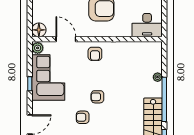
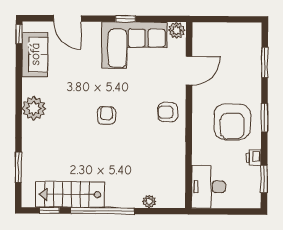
floor lamp: (39, 30) -> (202, 32), removed
plant: (158, 77) -> (149, 201), moved
armchair: (83, 117) -> (77, 94), removed

